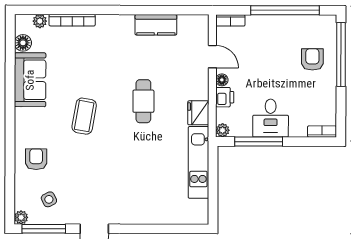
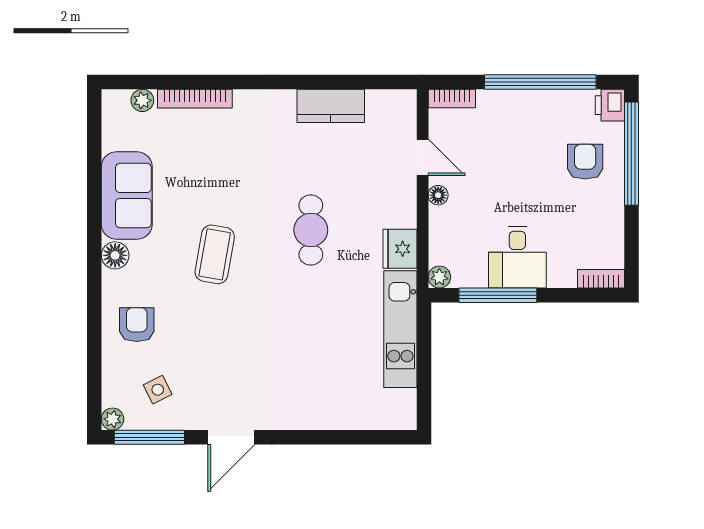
floor lamp: (23, 43) -> (115, 255), moved
printer: (225, 97) -> (610, 105), moved, turned 180

